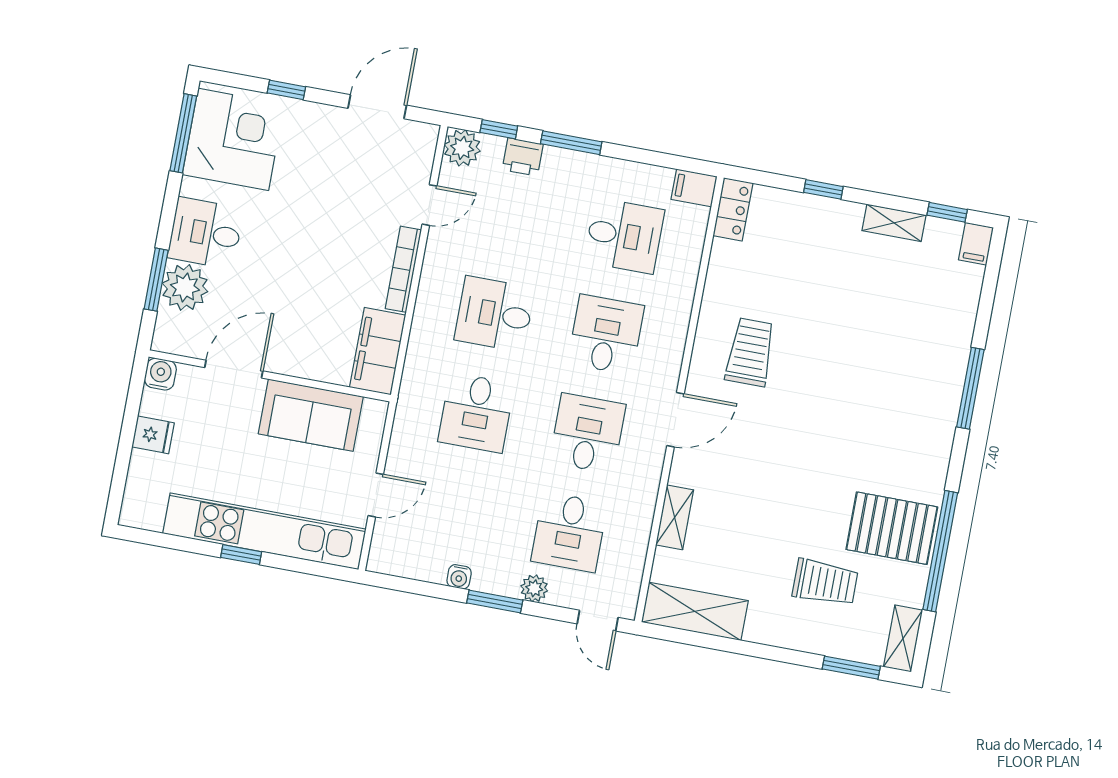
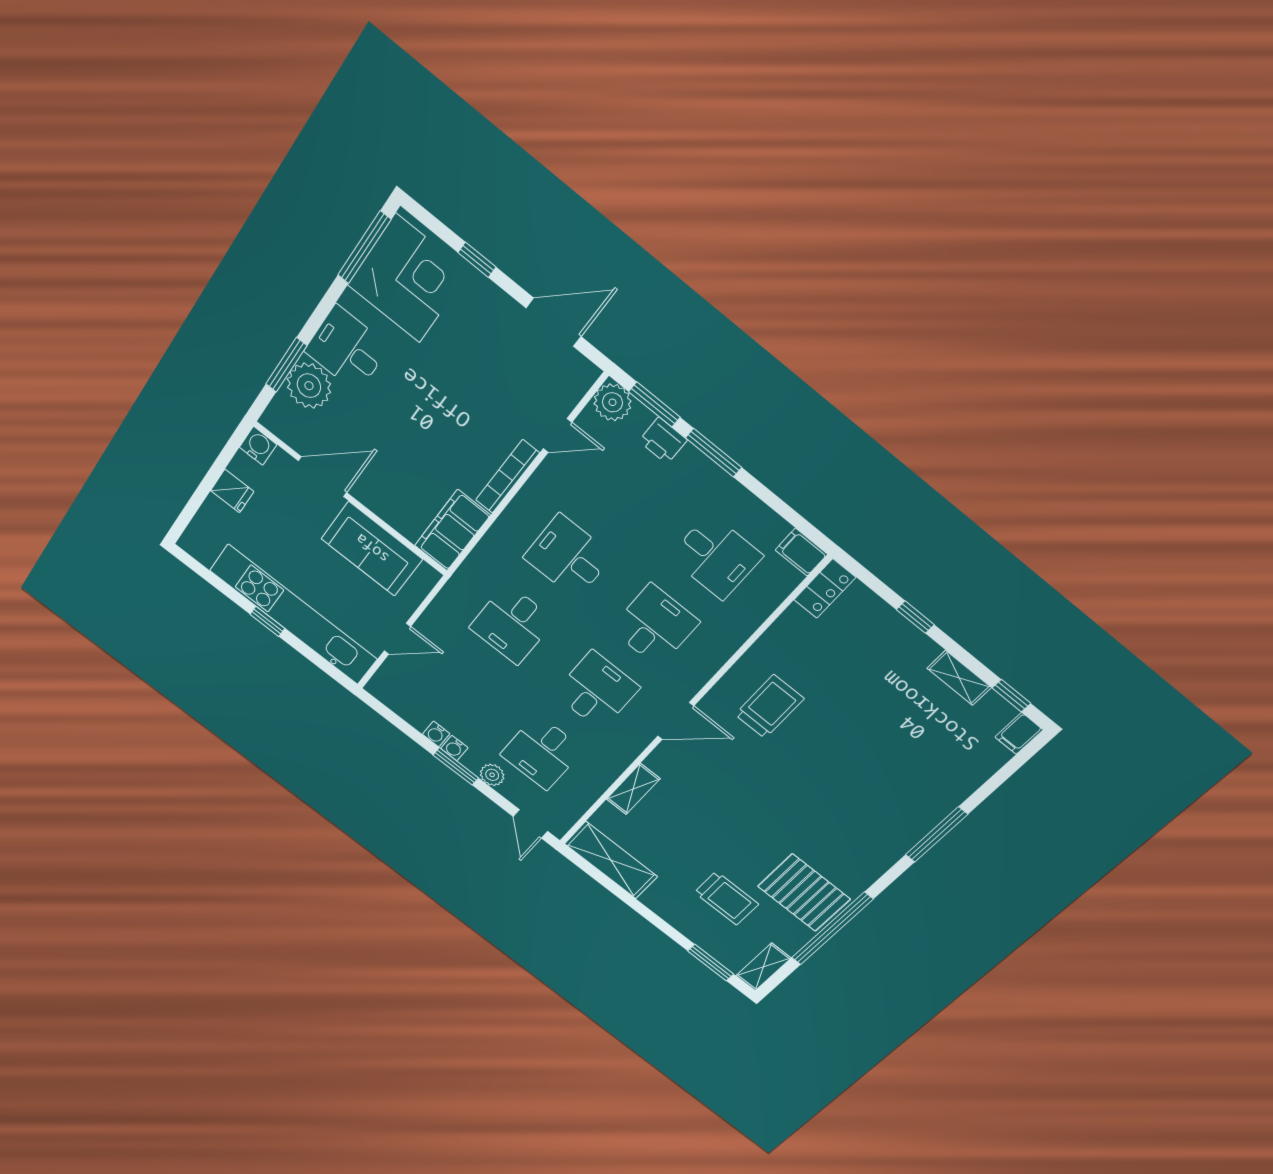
window: (499, 129) -> (654, 404), width x1.50
water cooler: (484, 581) -> (454, 748), added

